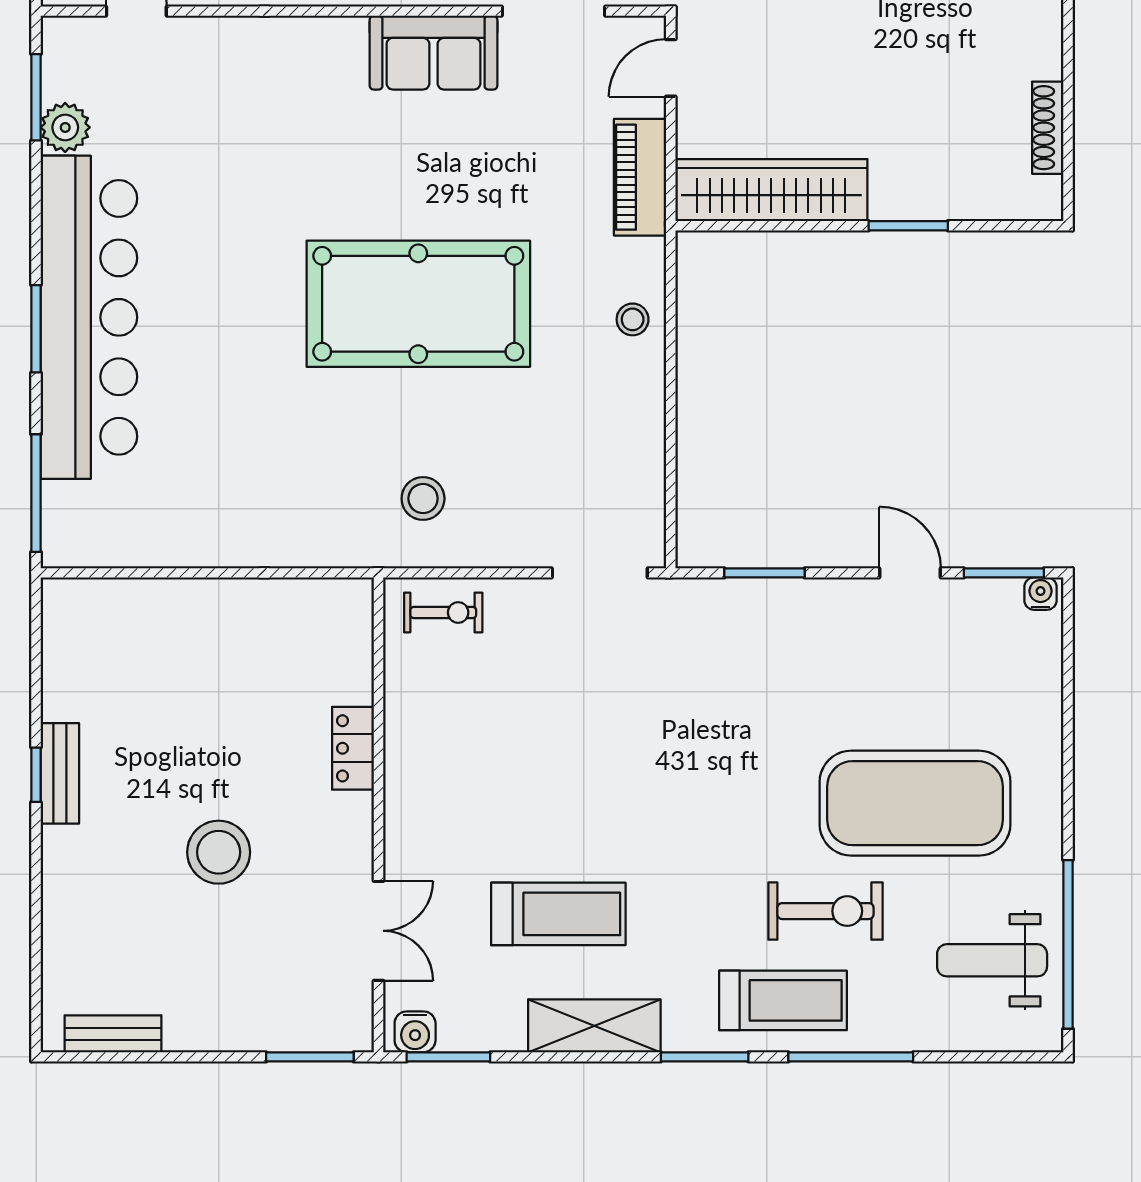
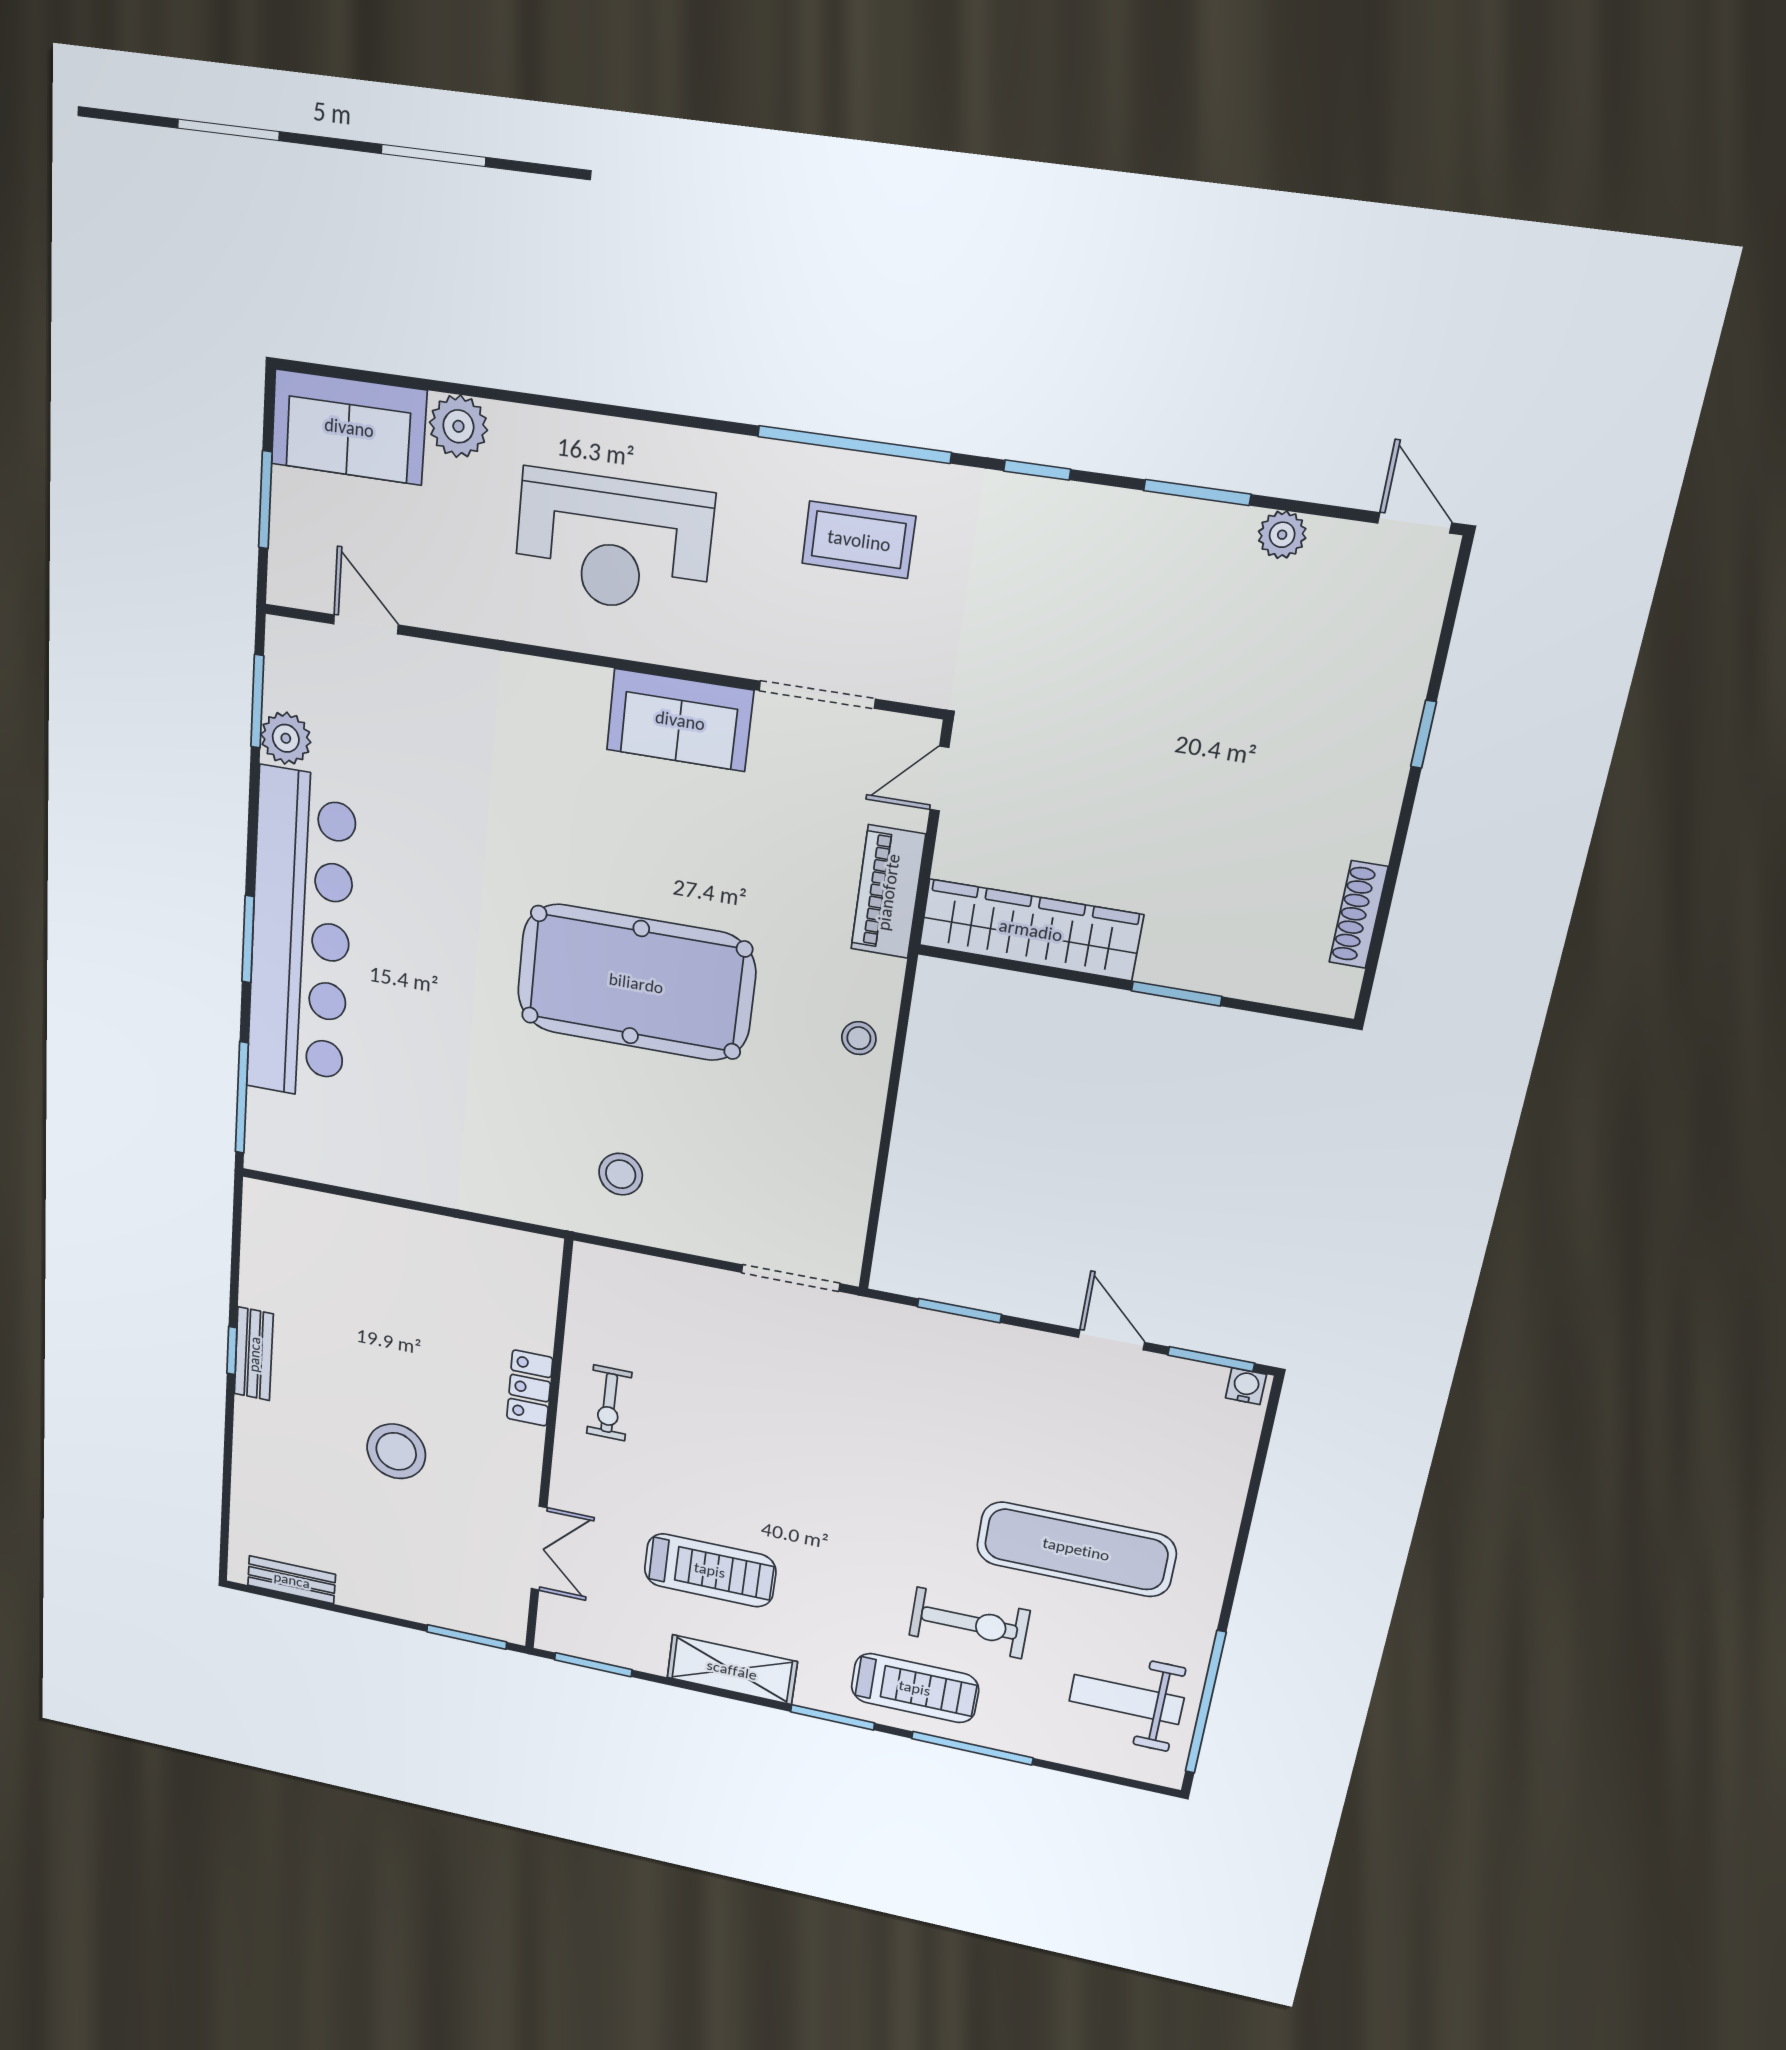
exercise bike: (443, 612) -> (609, 1403), moved, turned 90
exercise mat: (915, 803) -> (1076, 1549), width x0.68
water cooler: (415, 1032) -> (565, 1638), removed

